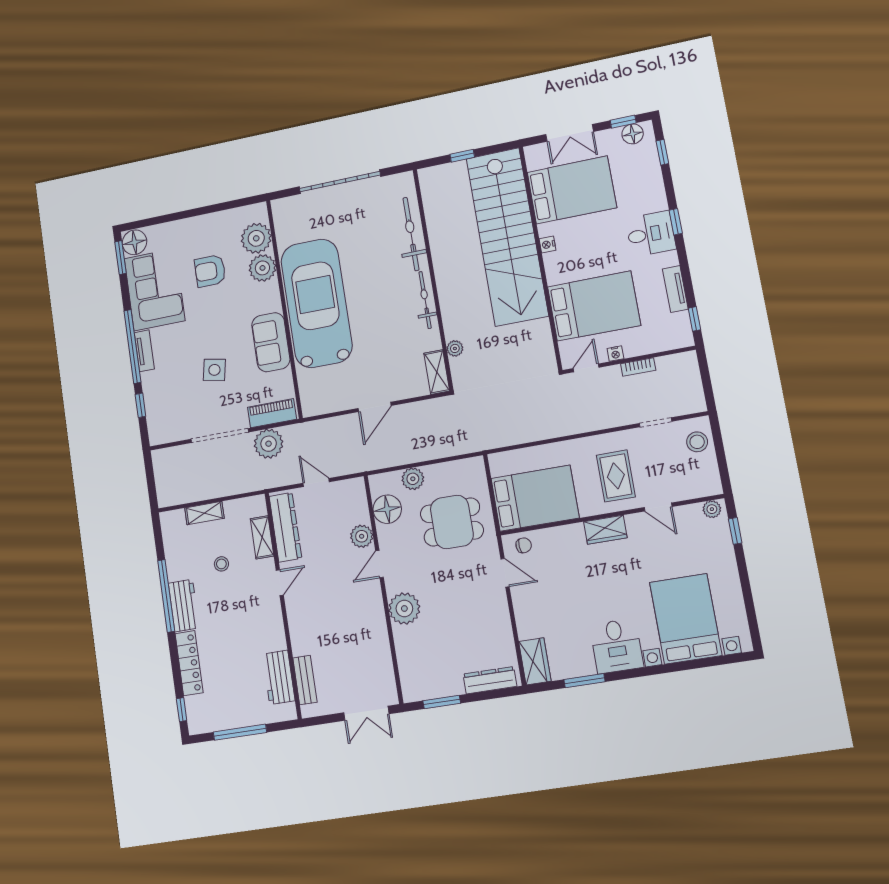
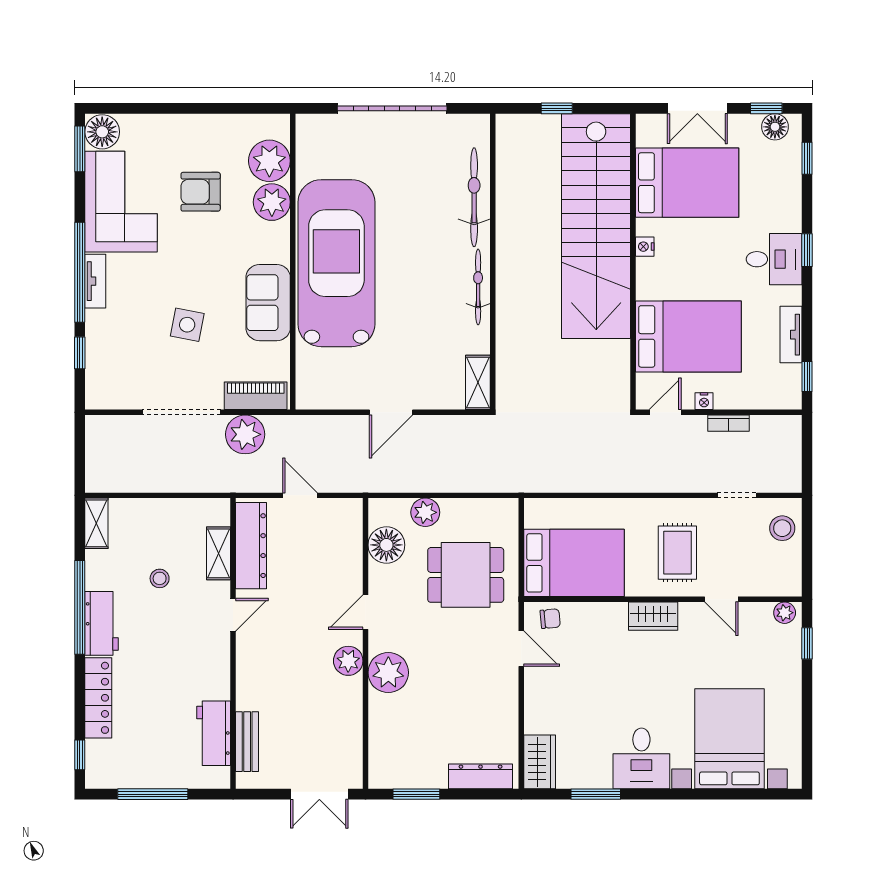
plant: (455, 348) -> (506, 357), removed
shelving: (204, 513) -> (96, 523), moved, turned 90
plant: (362, 536) -> (348, 661), moved

